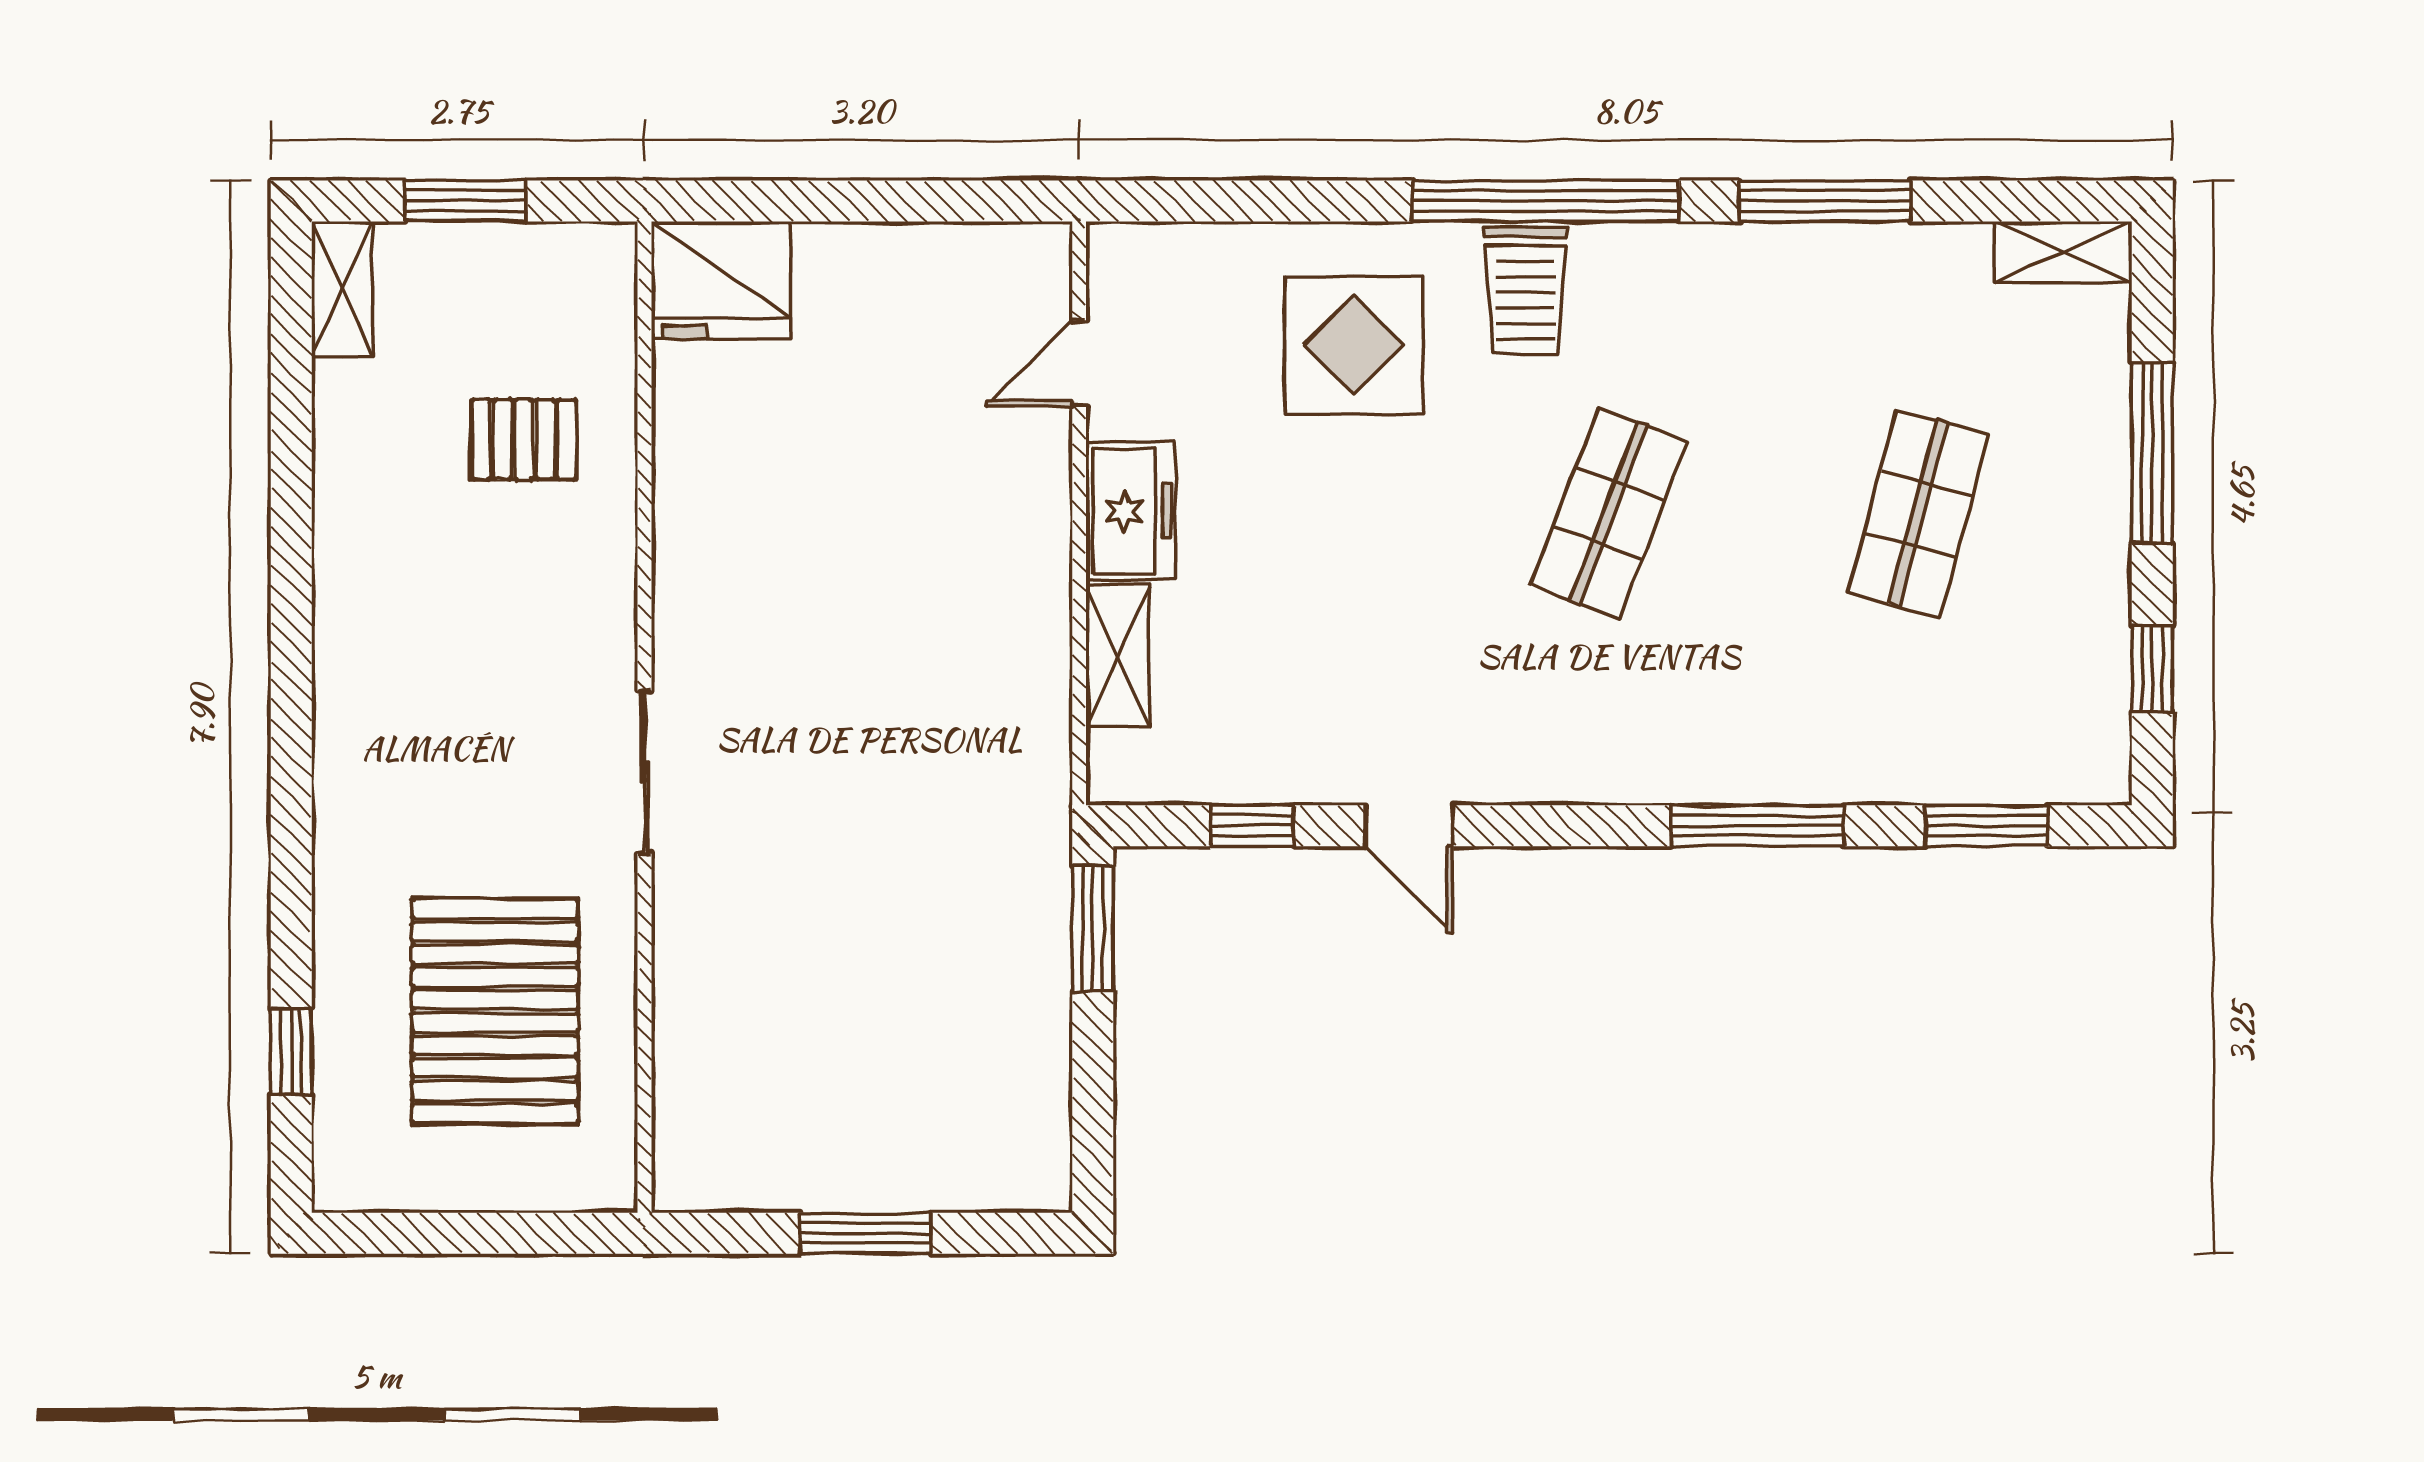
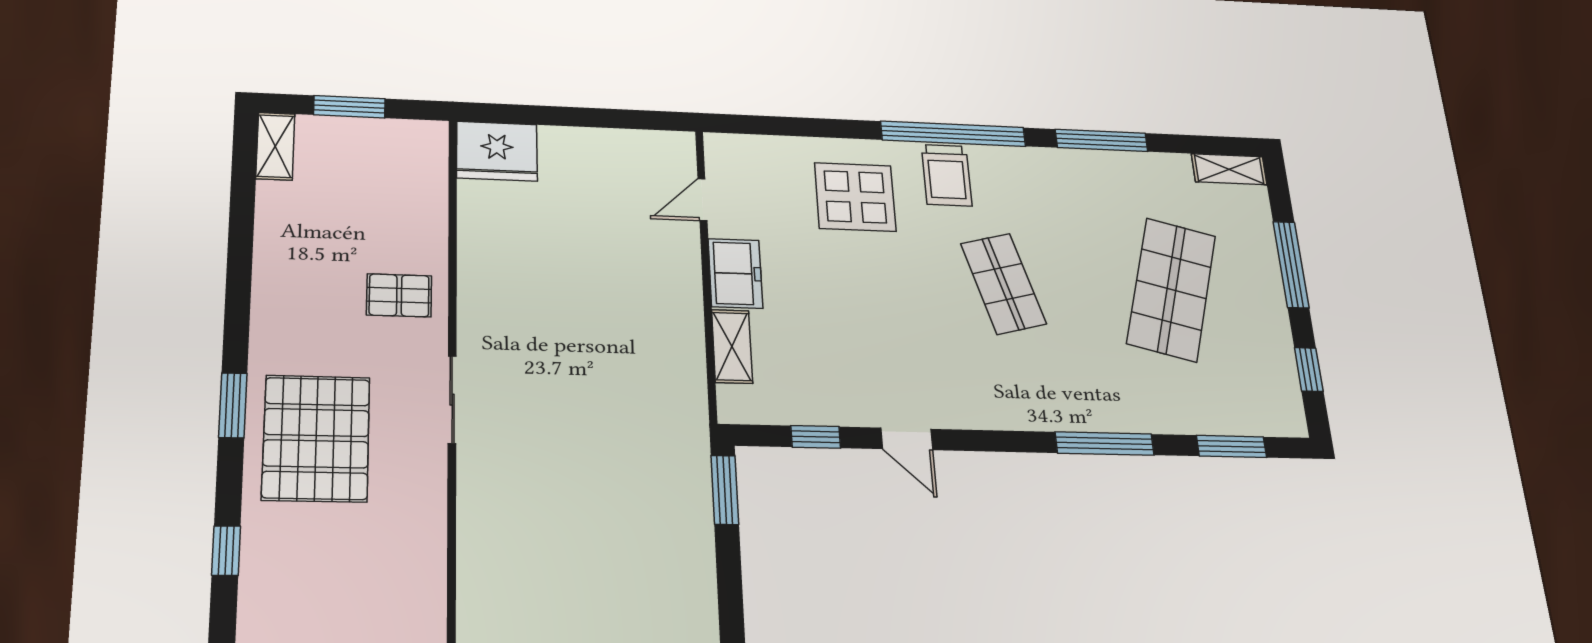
pallet: (524, 439) -> (399, 295), moved
shop shelf: (1609, 513) -> (1003, 284), turned -36
shop shelf: (1918, 513) -> (1171, 289), width x1.43, depth x1.36
window: (291, 793) -> (233, 405), added
pallet: (495, 1011) -> (316, 438), moved

